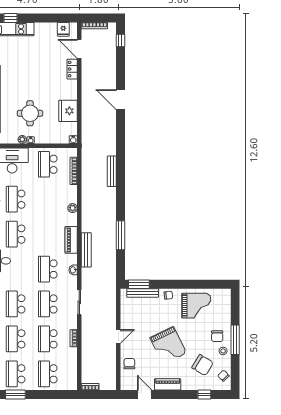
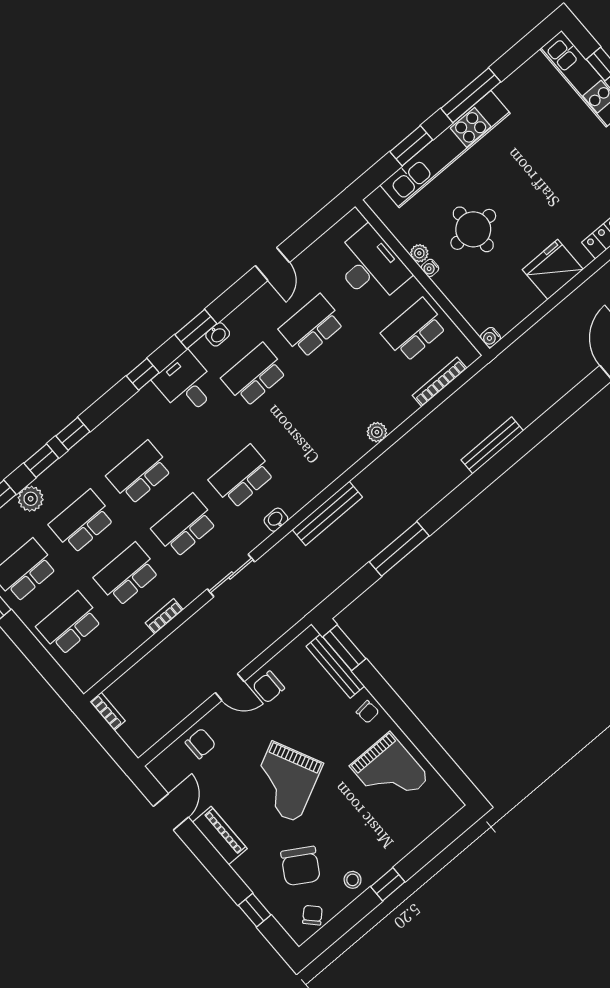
fridge: (68, 111) -> (553, 269), moved
piano: (71, 240) -> (322, 474), removed
chair: (217, 336) -> (269, 687), moved
window: (235, 340) -> (388, 884), width x0.46

